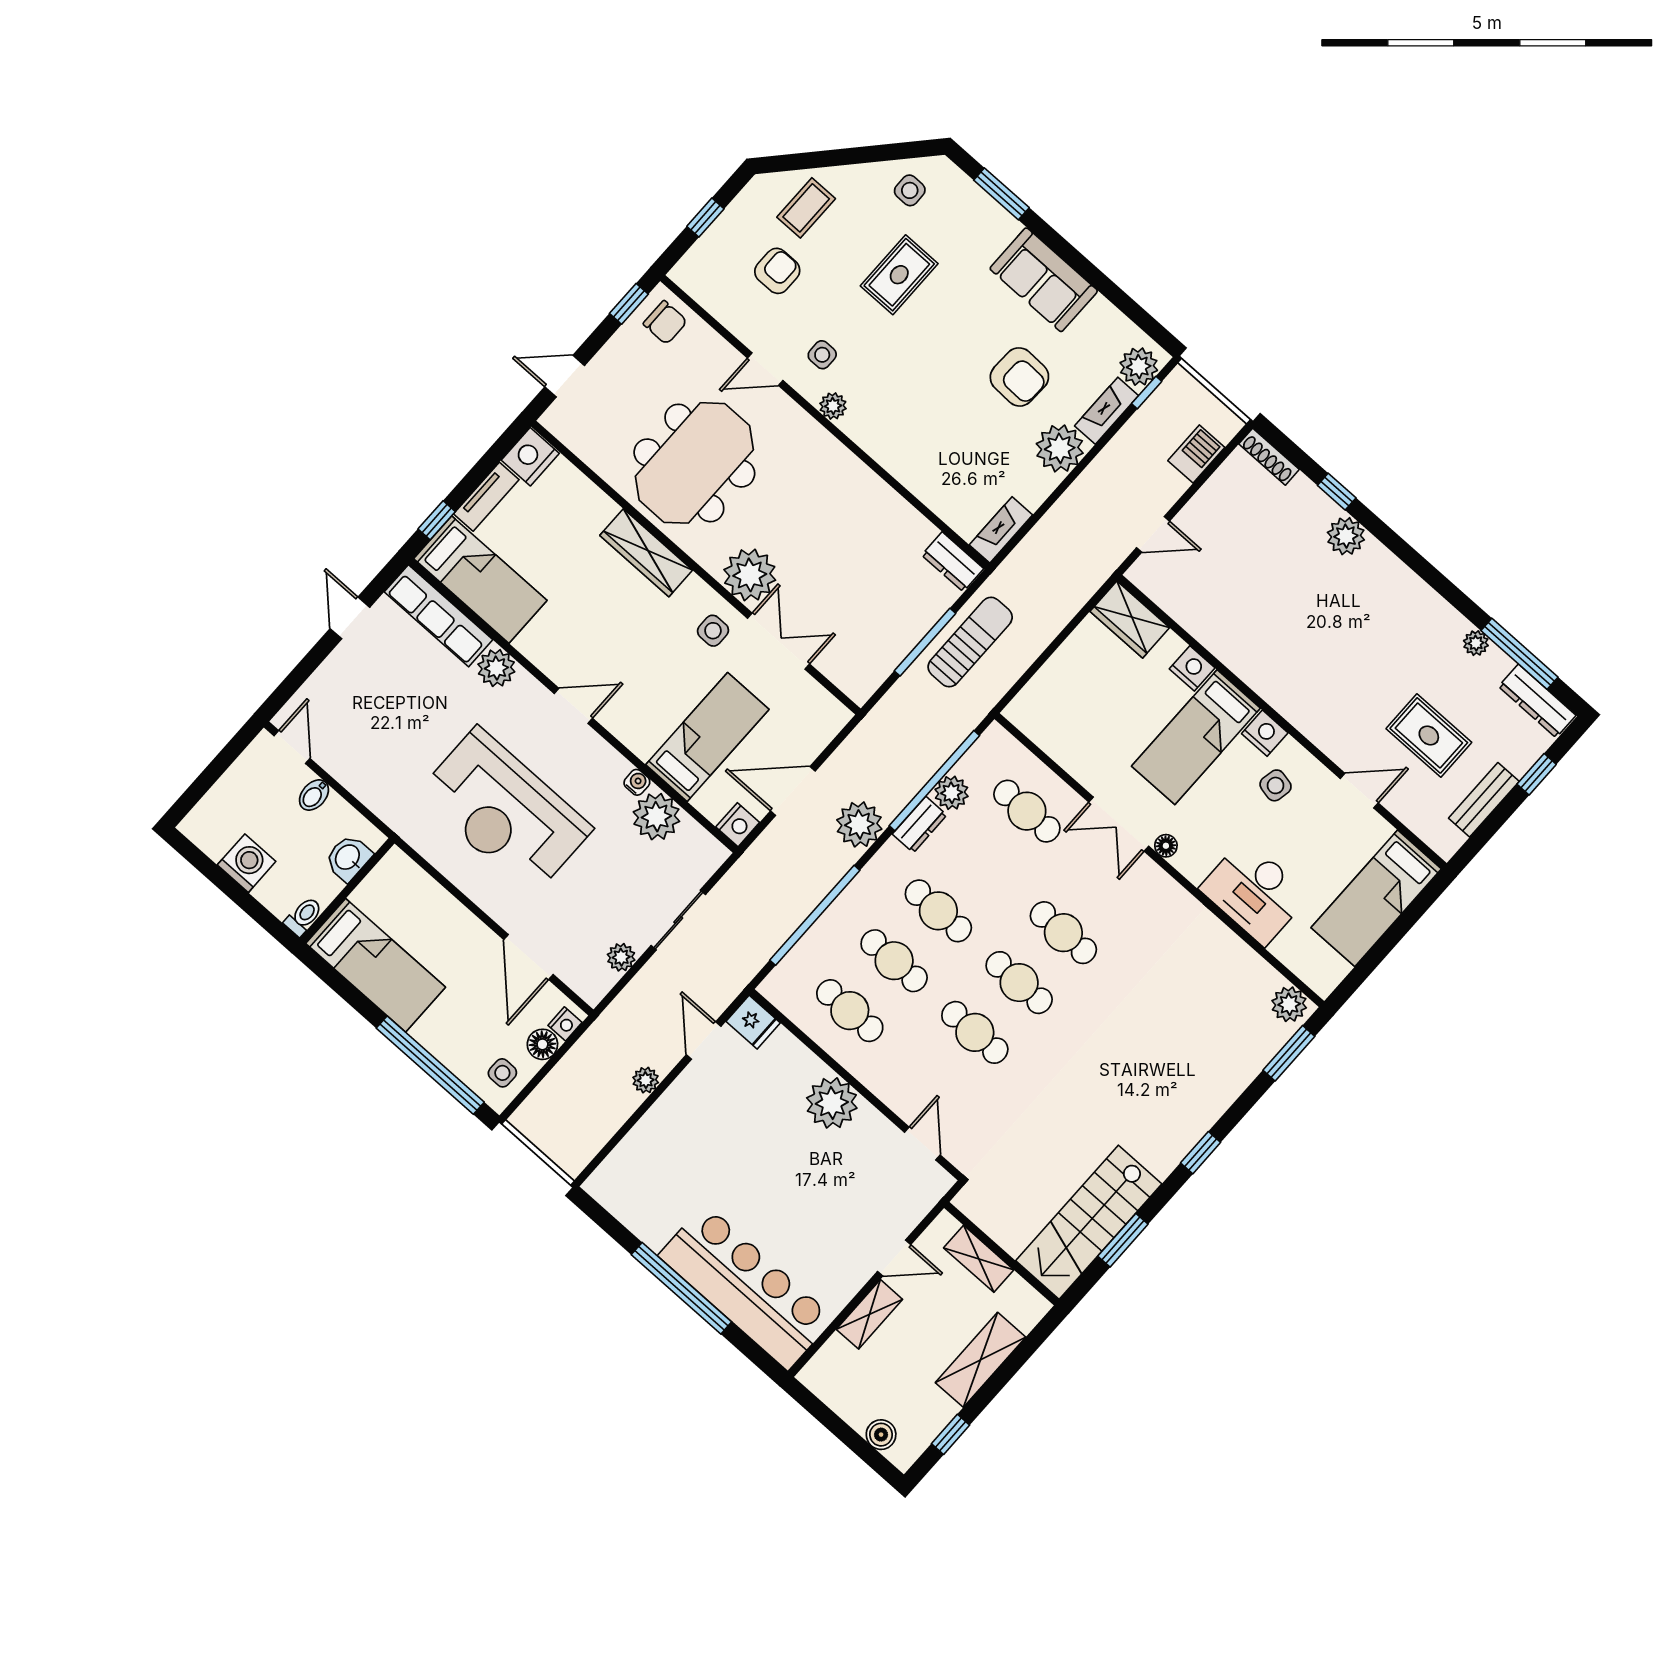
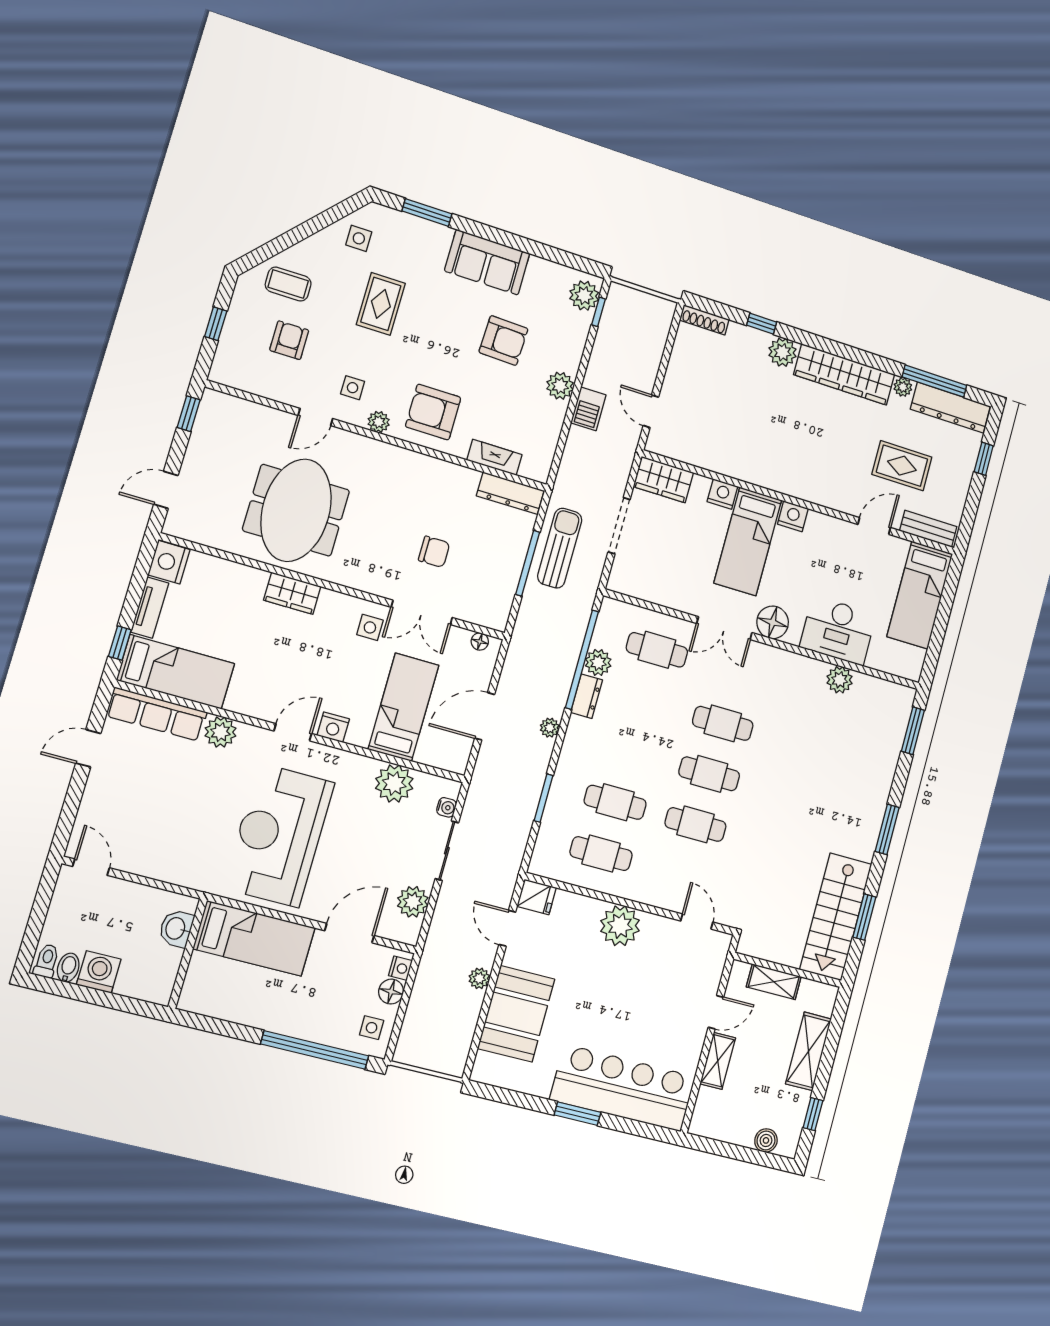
coffee table: (806, 208) -> (288, 284), turned 90
chair: (665, 322) -> (434, 552), moved
fireplace: (1107, 411) -> (577, 337), removed
armchair: (900, 422) -> (433, 412), added
plant: (1060, 448) -> (560, 386), width x0.73, depth x0.73
barbecue: (1196, 454) -> (588, 409), moved, turned 180
fireplace: (1001, 530) -> (494, 457), moved, turned 90
door: (1153, 534) -> (651, 411), swing flipped
wardrobe: (646, 553) -> (292, 593), width x0.67
dresser: (953, 562) -> (510, 493), width x1.44
plant: (750, 575) -> (377, 574), removed
wardrobe: (1410, 596) -> (844, 374), added
door: (350, 618) -> (88, 748), hinge flipped
double door: (779, 641) -> (422, 612), swing flipped
doorway: (1052, 649) -> (619, 526), added
dresser: (1537, 701) -> (950, 408), width x1.37, depth x1.24
floor lamp: (828, 705) -> (480, 642), added
water cooler: (637, 782) -> (446, 807), moved, turned 90
side table: (1276, 785) -> (817, 549), removed
bidet: (314, 795) -> (68, 968), moved, turned 180
bench: (1484, 800) -> (928, 529), moved, turned 90
reception desk: (505, 811) -> (279, 835), turned 90
plant: (859, 824) -> (550, 728), width x0.53, depth x0.53
nightstand: (738, 825) -> (333, 727), moved, turned 90
floor lamp: (1166, 846) -> (773, 622), width x1.89, depth x1.89
cafe table: (938, 911) -> (629, 751), removed
window: (815, 915) -> (544, 798), width x0.47
toilet: (304, 916) -> (47, 961), moved
door: (528, 957) -> (349, 933), swing flipped
plant: (621, 957) -> (413, 902), width x1.38, depth x1.38
bed: (376, 965) -> (254, 938), moved
plant: (1289, 1004) -> (840, 680), moved
booth: (667, 1141) -> (516, 1014), added
window: (1201, 1153) -> (887, 829), width x1.50
window: (681, 1288) -> (577, 1114), width x0.47

